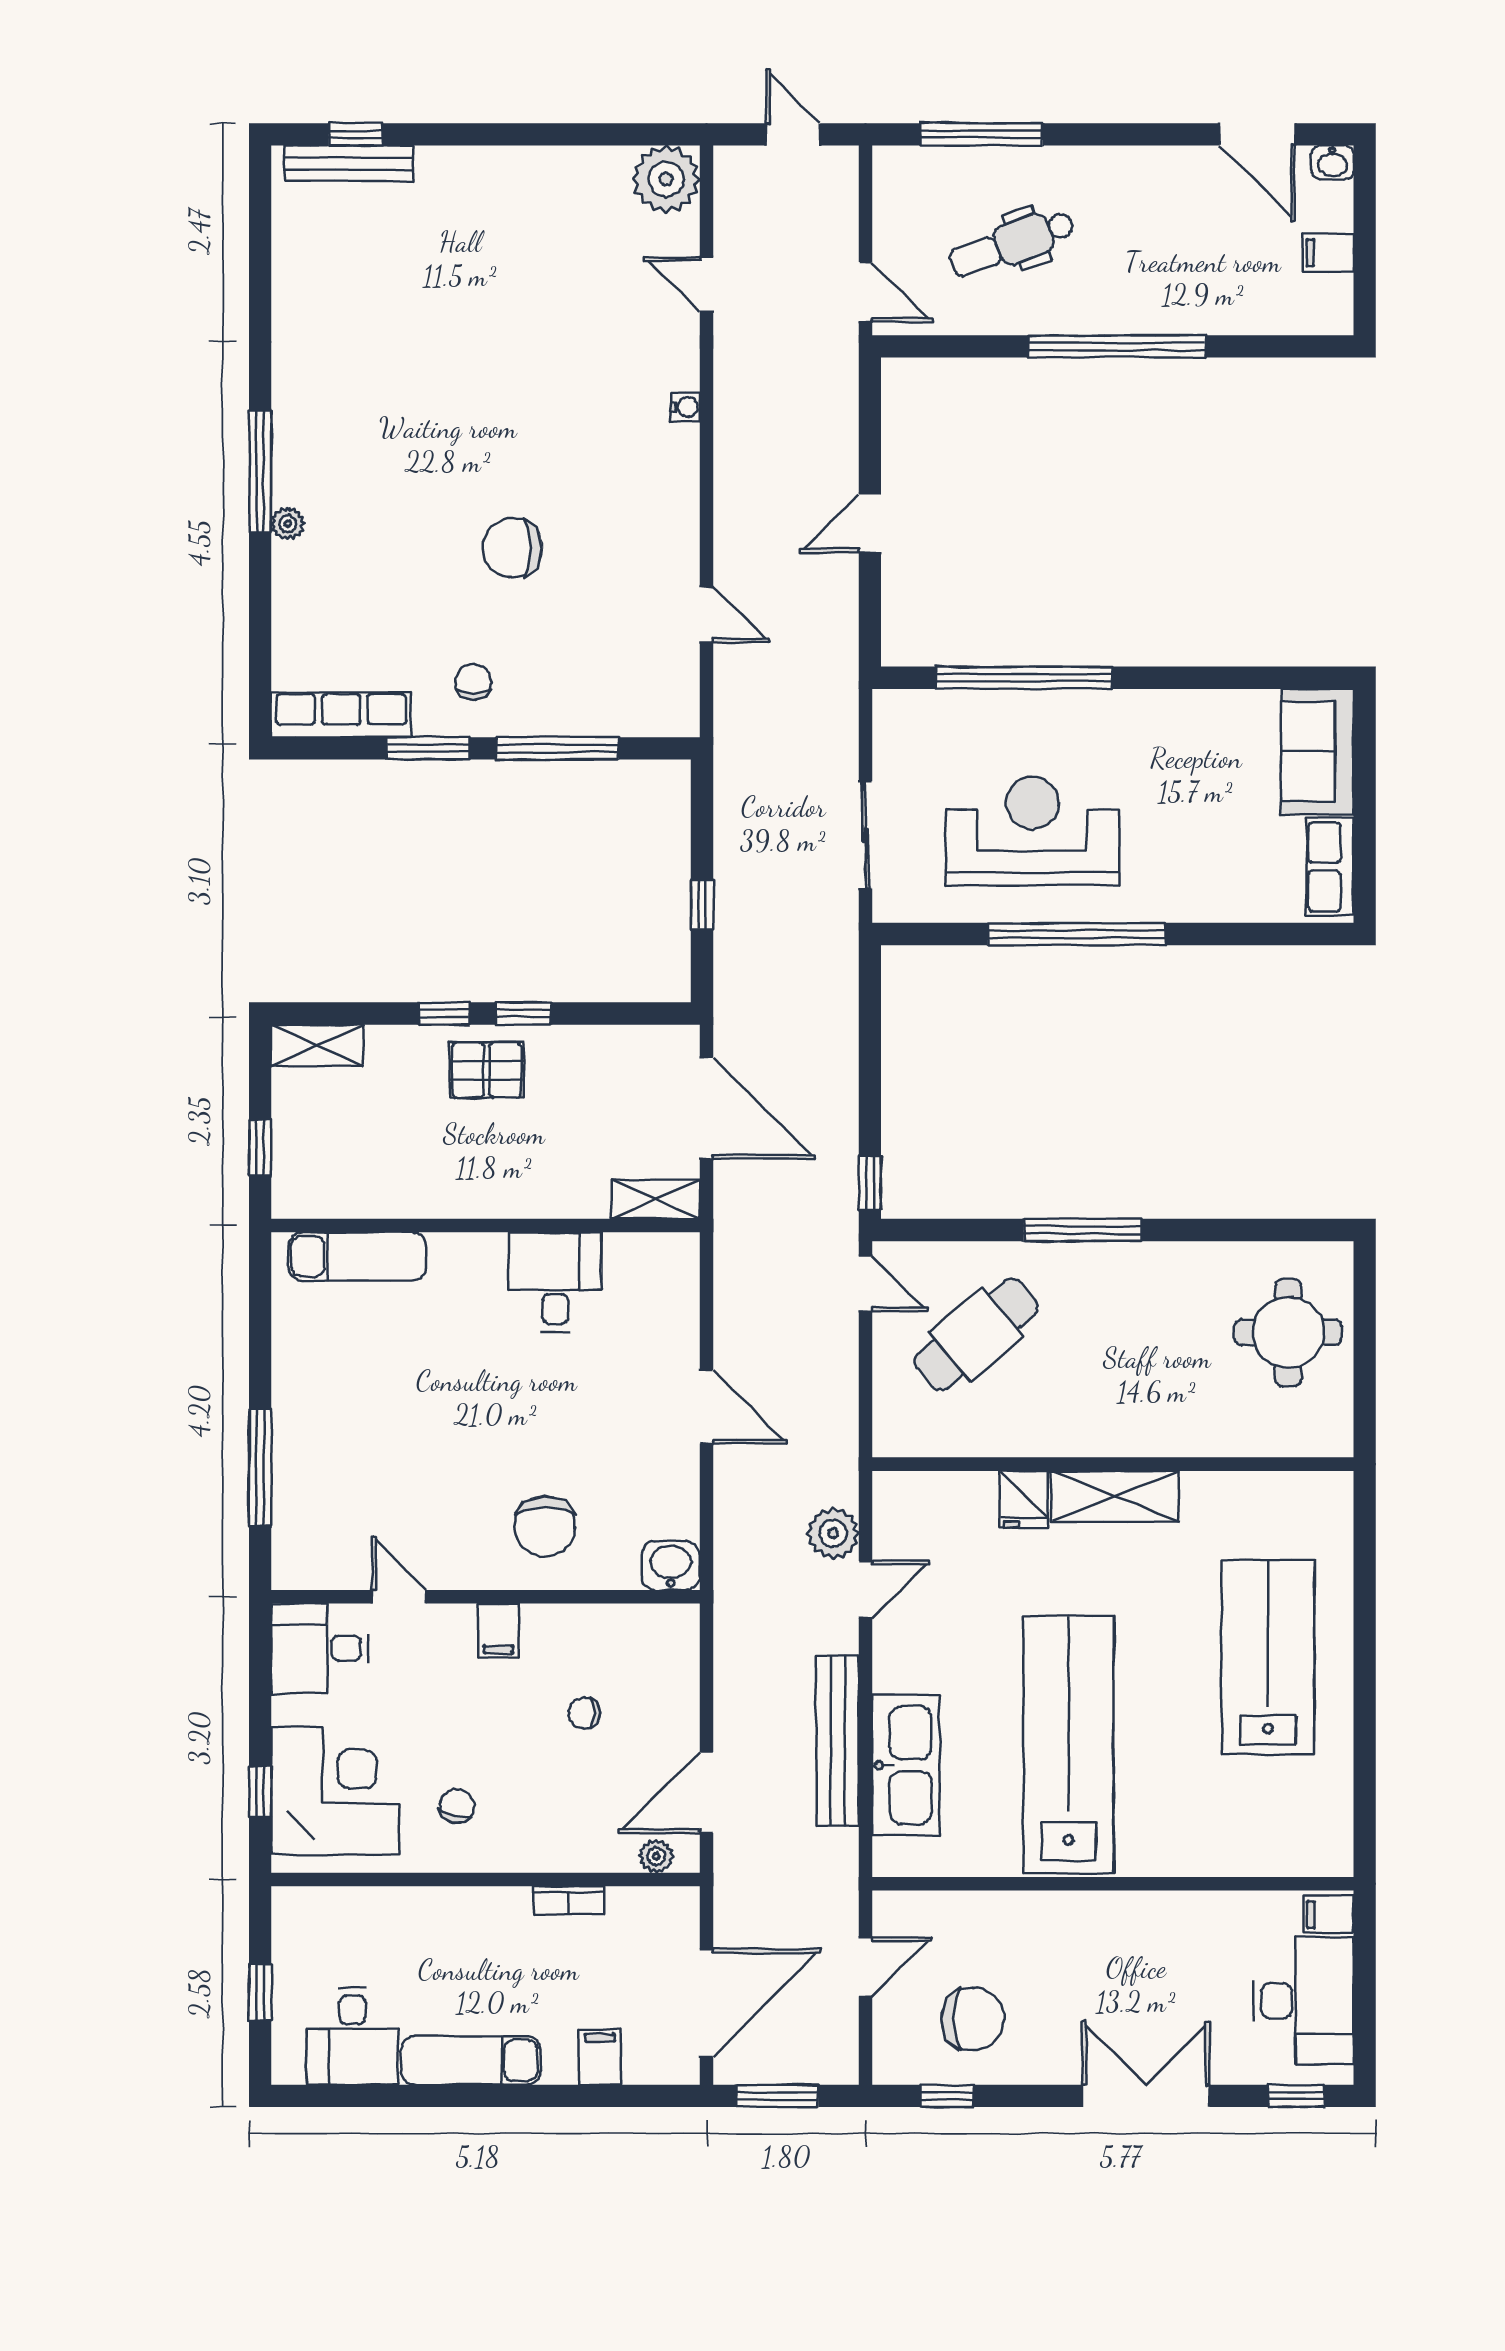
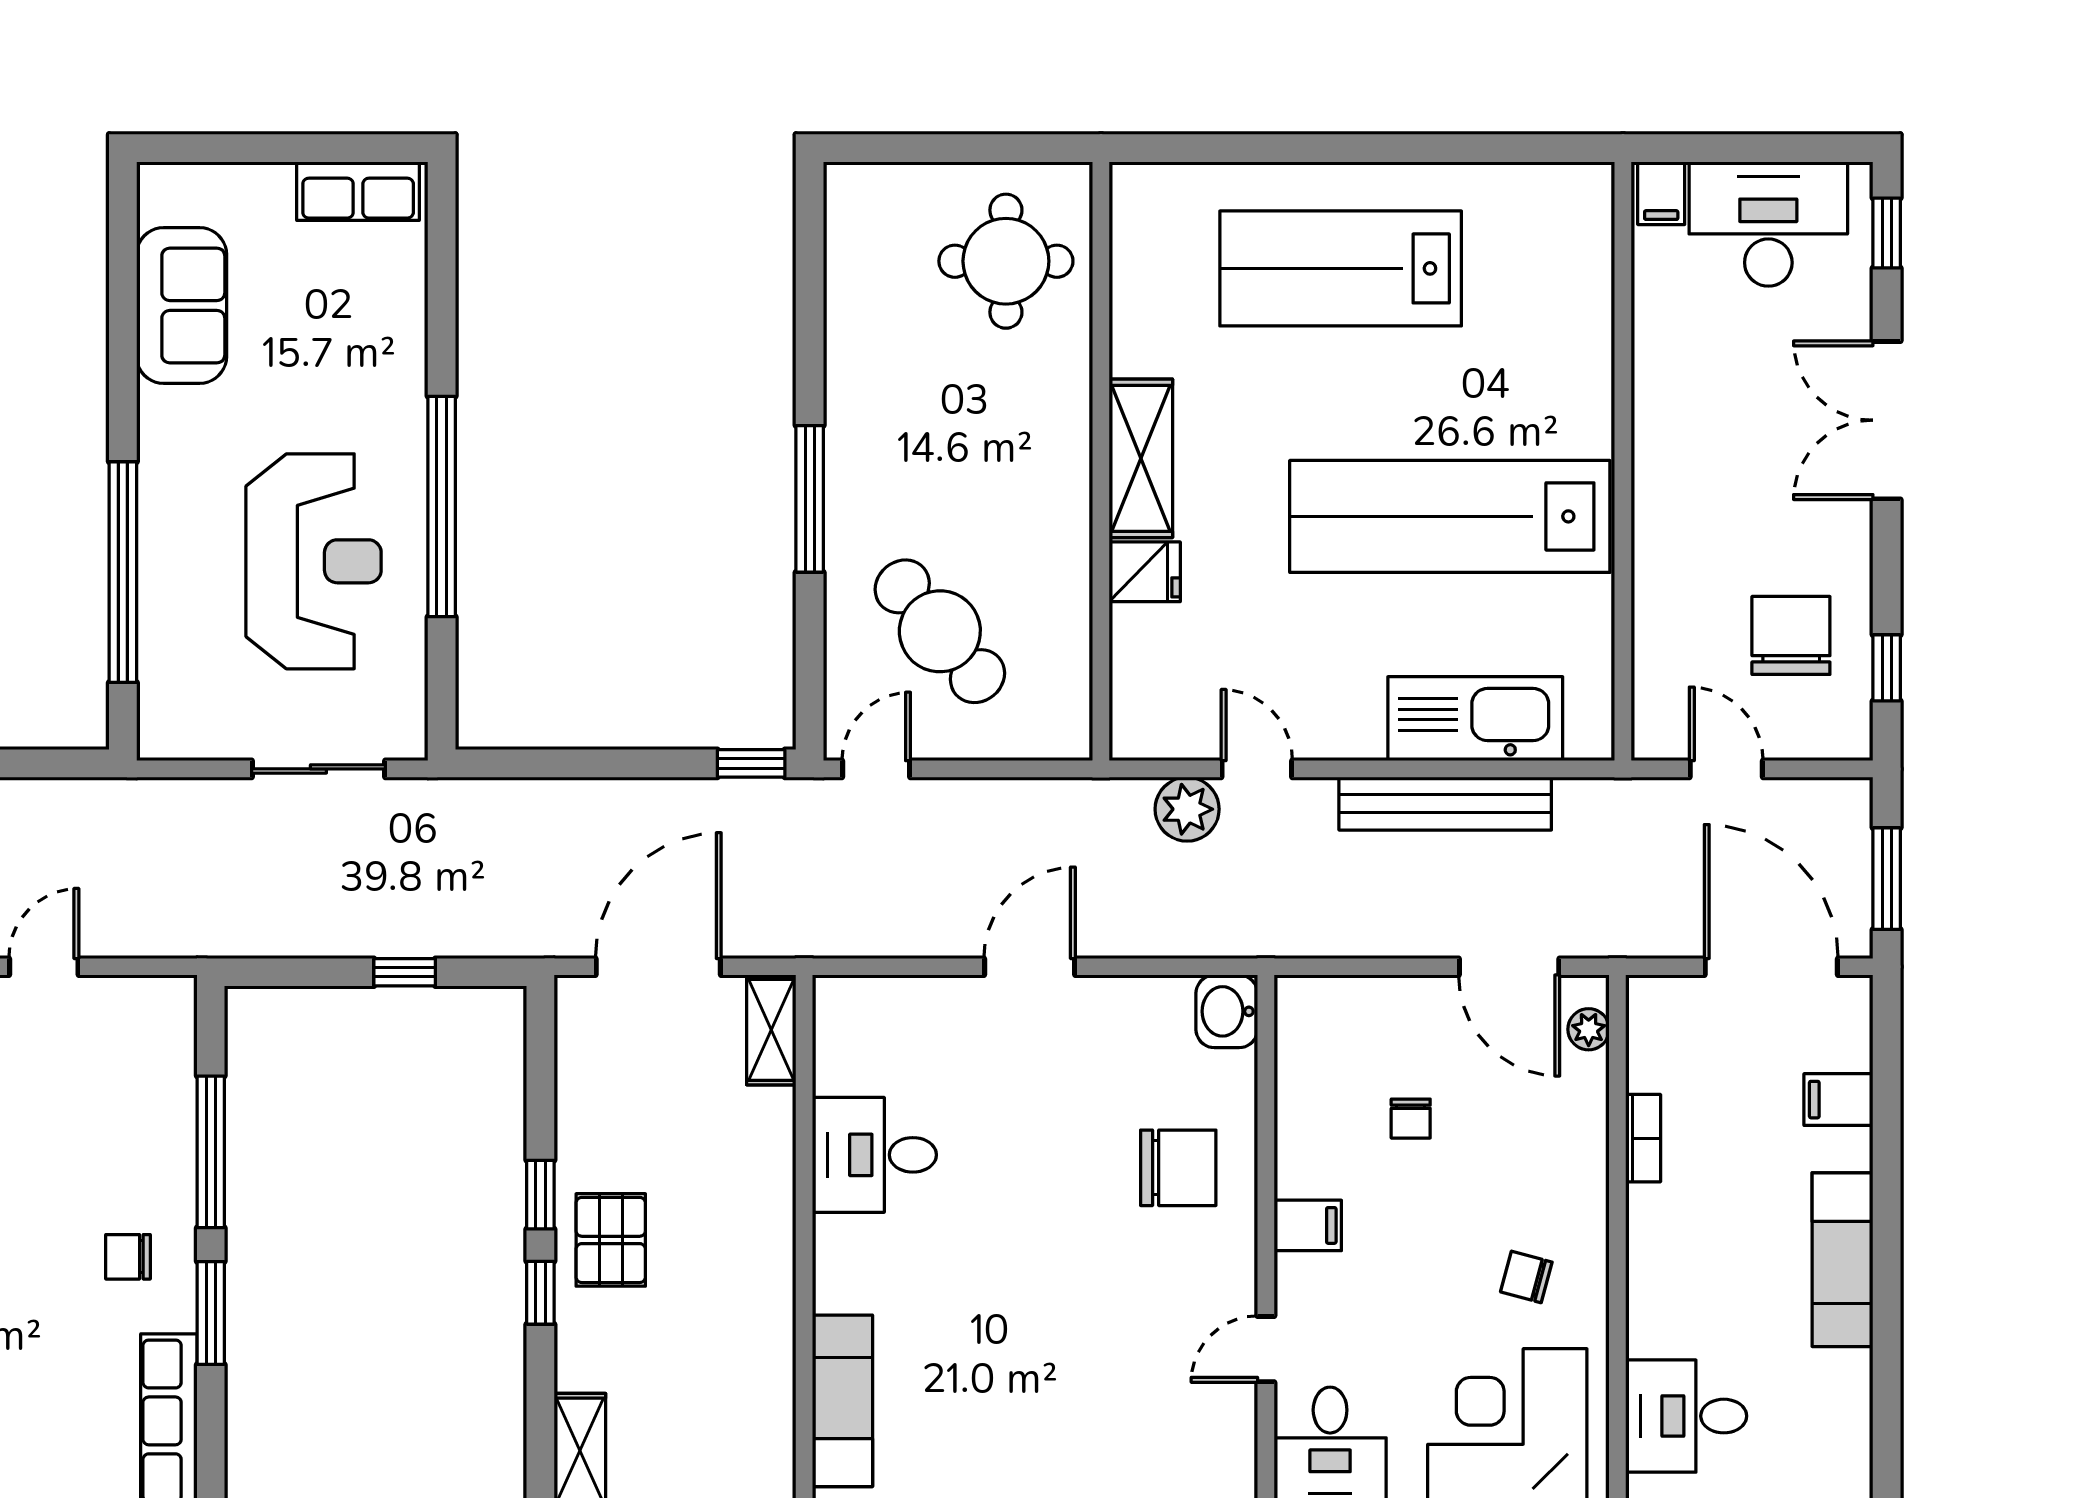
sofa: (1317, 751) -> (182, 305), moved, turned -90
reception desk: (1032, 831) -> (314, 561), turned 180
round table: (1288, 1332) -> (1006, 261), moved
desk: (352, 2036) -> (1686, 1416), moved, turned 180

